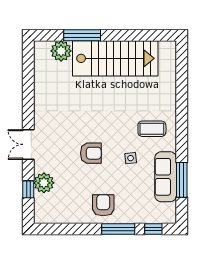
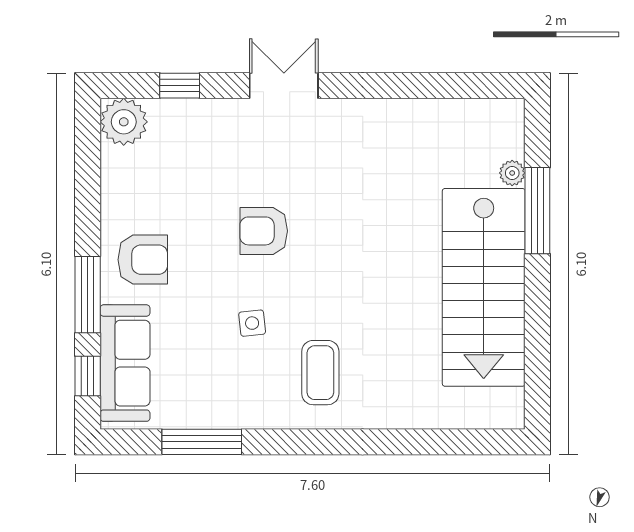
plant: (61, 51) -> (512, 173), width x0.53, depth x0.53
armchair: (91, 153) -> (264, 231), turned 90
sofa: (166, 177) -> (125, 363), moved, turned 90
plant: (44, 183) -> (124, 122), moved

